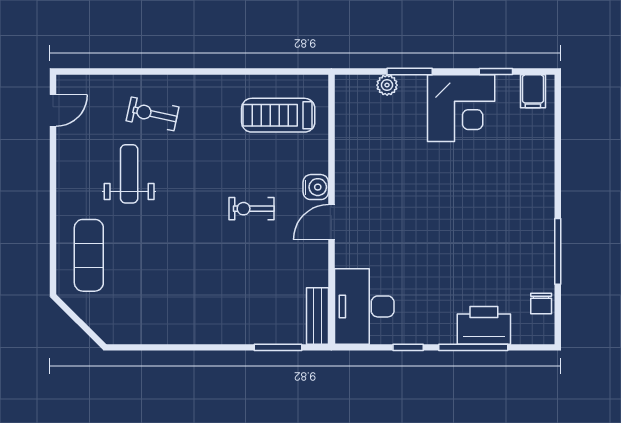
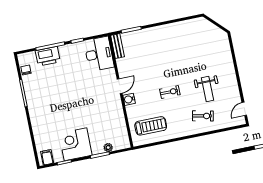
exercise bike: (252, 209) -> (170, 92), moved
exercise mat: (89, 255) -> (217, 52), removed

